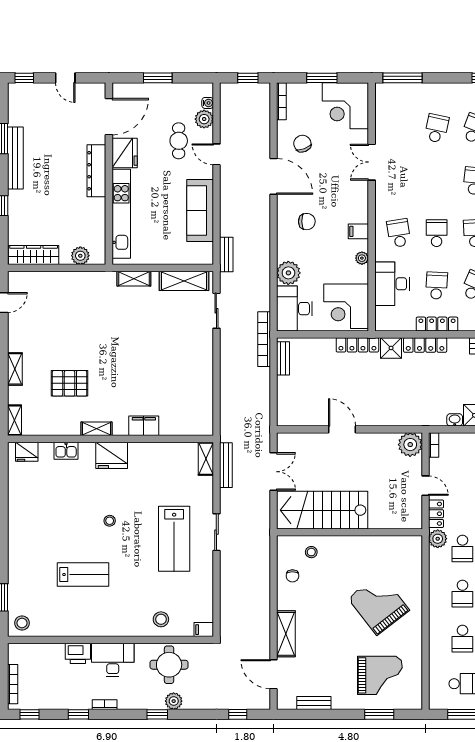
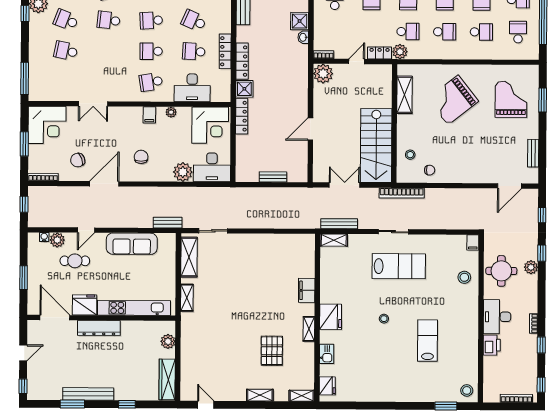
bookcase: (264, 339) -> (402, 193), moved
bench: (283, 358) -> (273, 177), moved
shelving: (286, 634) -> (405, 95), moved, turned 90
window: (157, 714) -> (542, 253), moved

